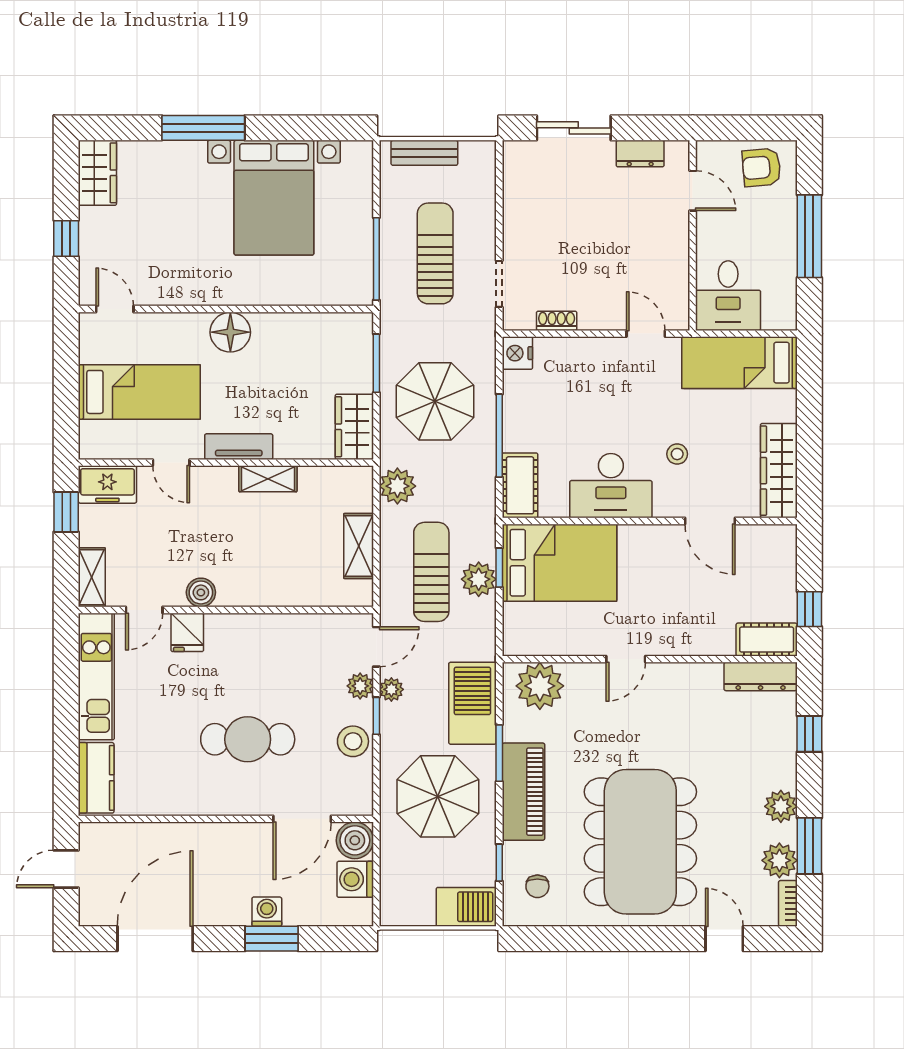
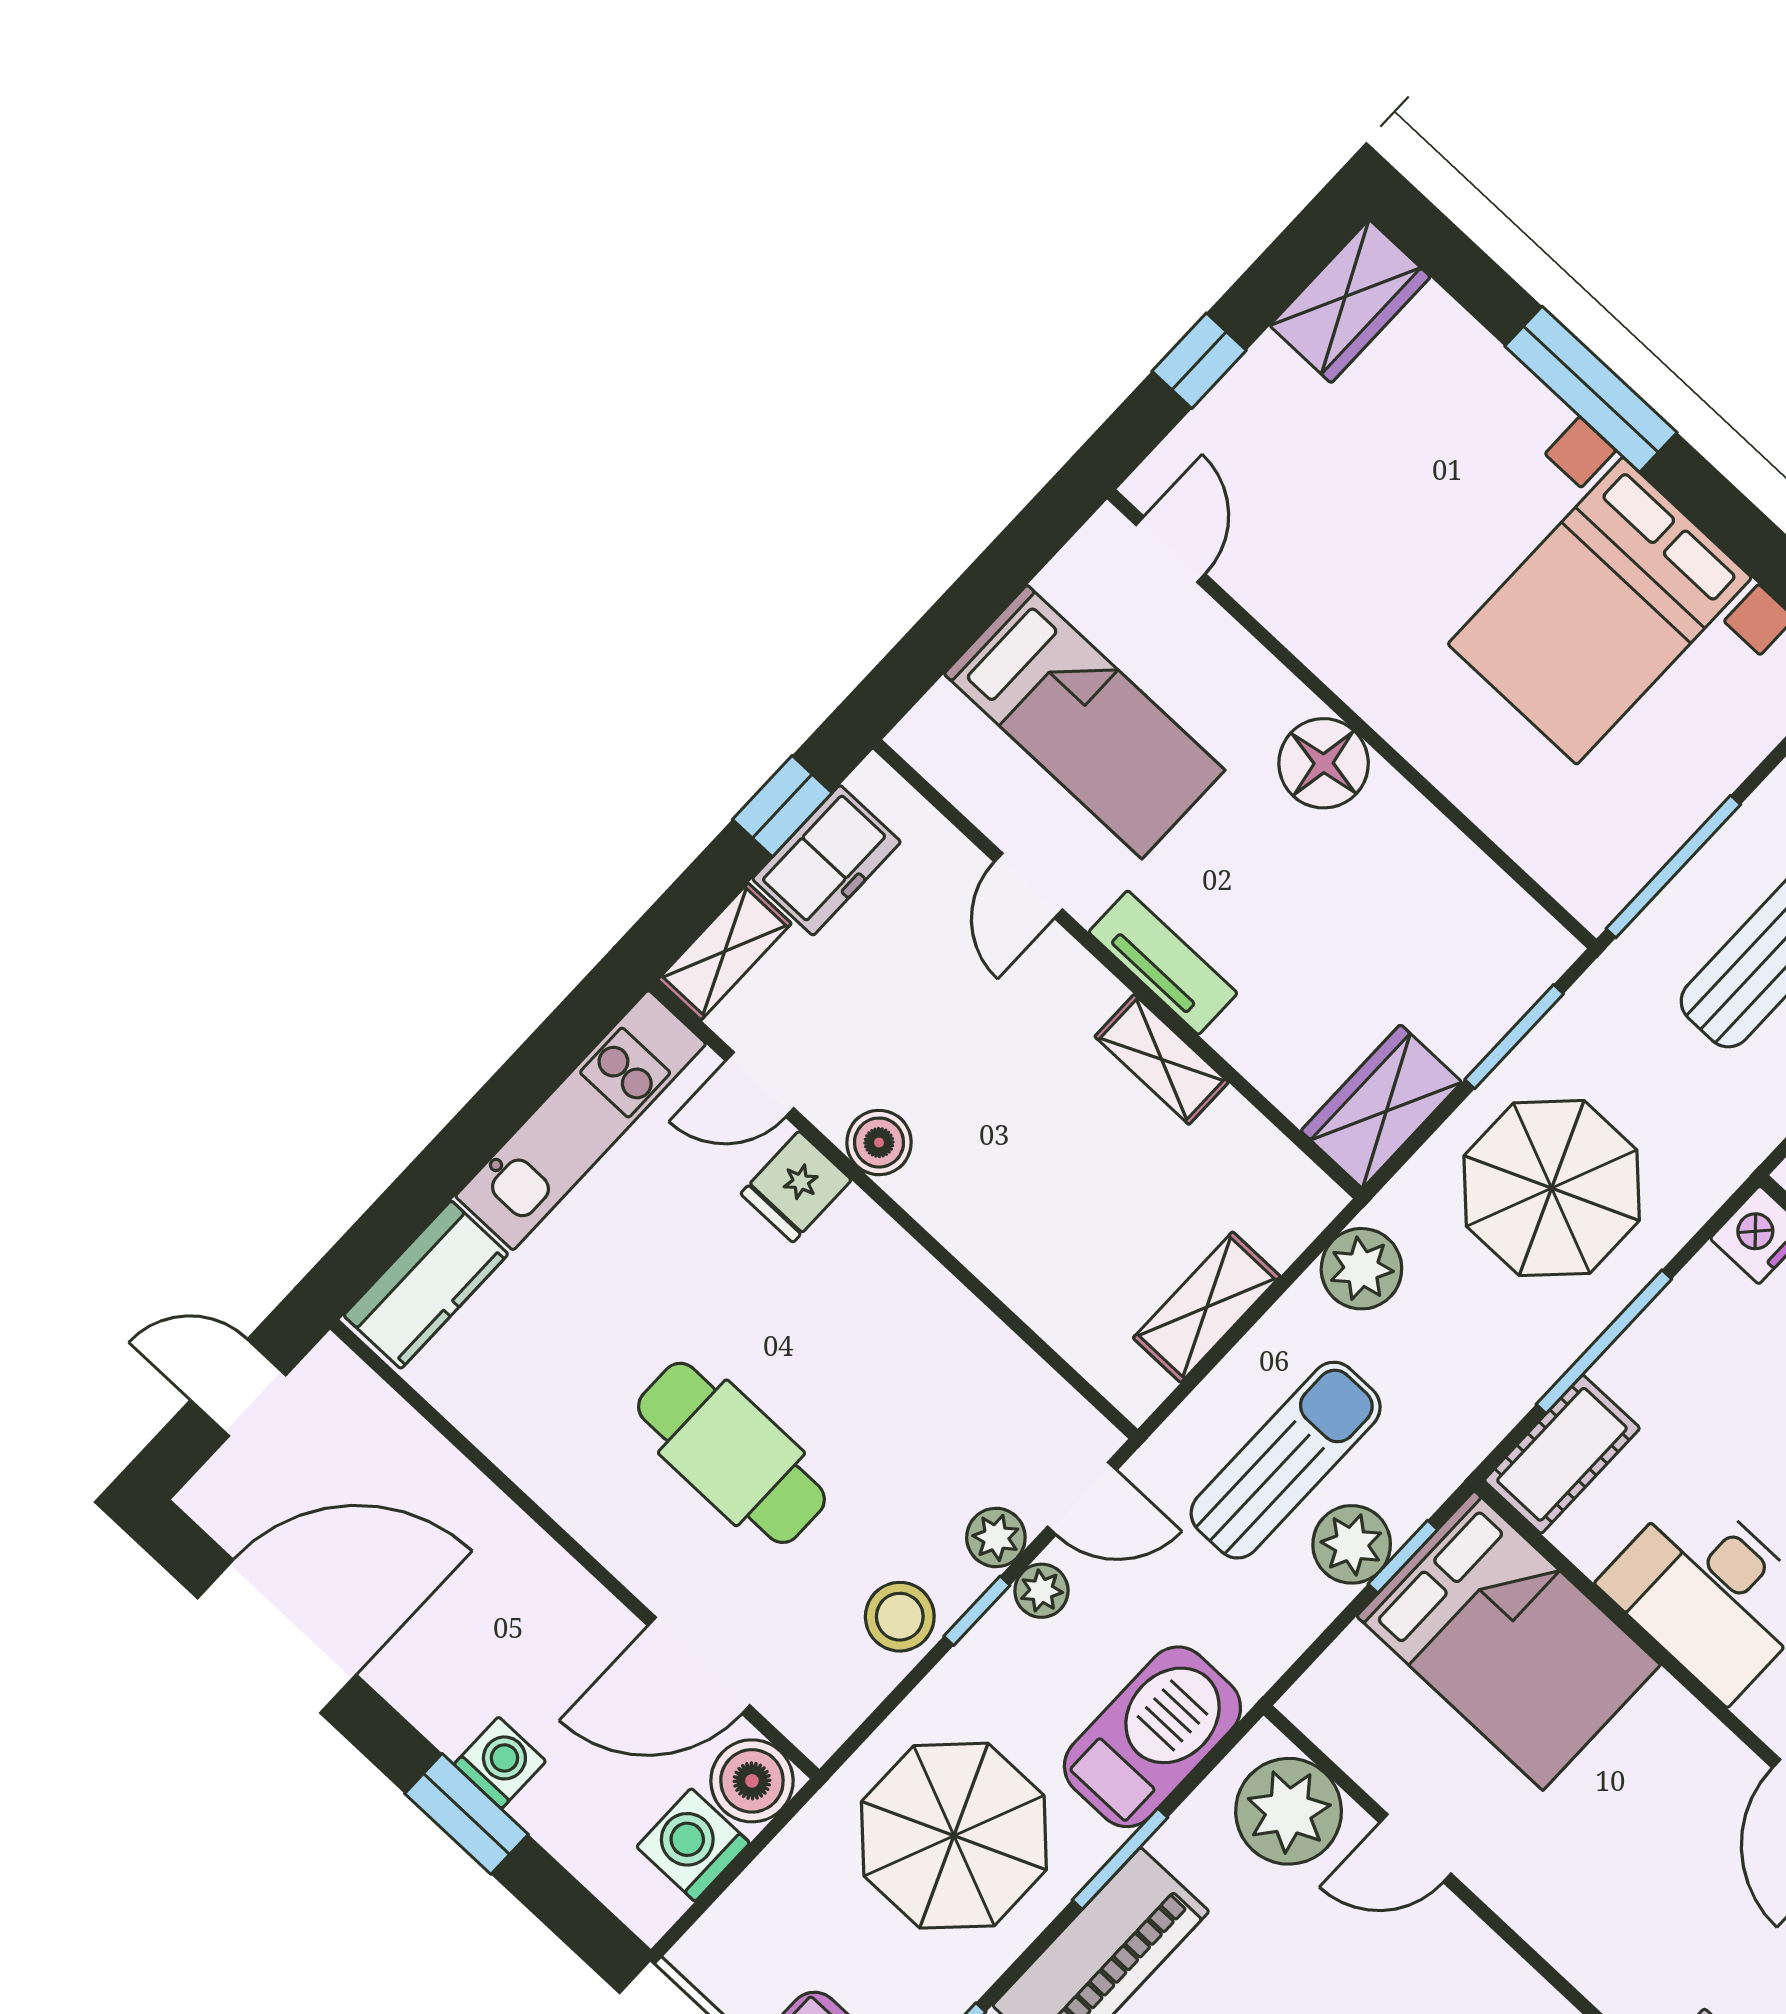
freezer: (107, 484) -> (827, 860), moved, turned -90
door: (626, 659) -> (1415, 1848), moved

